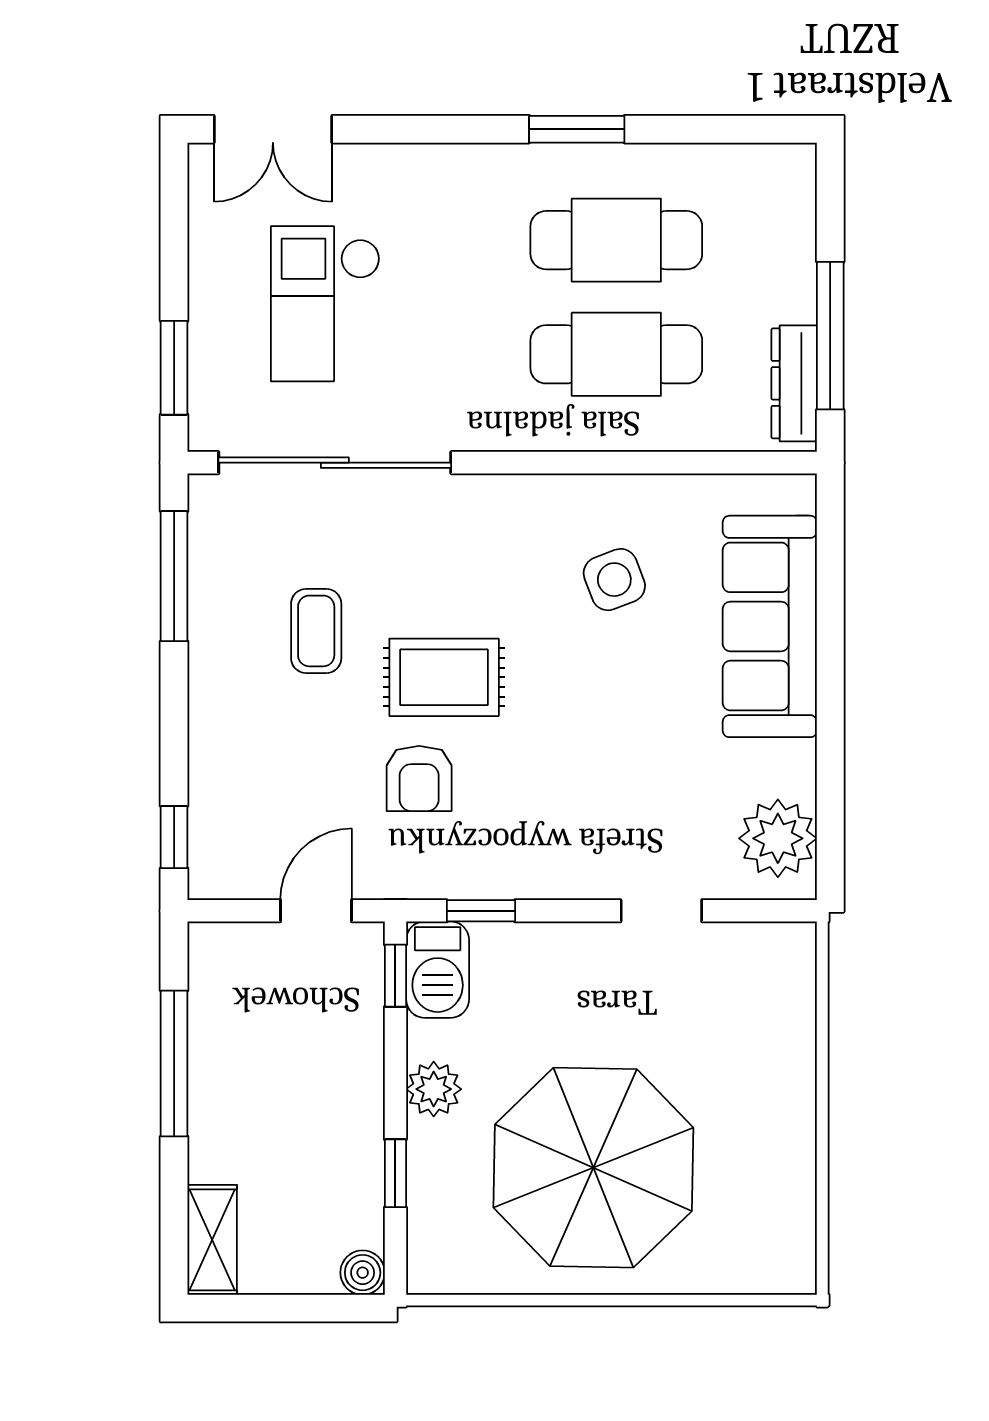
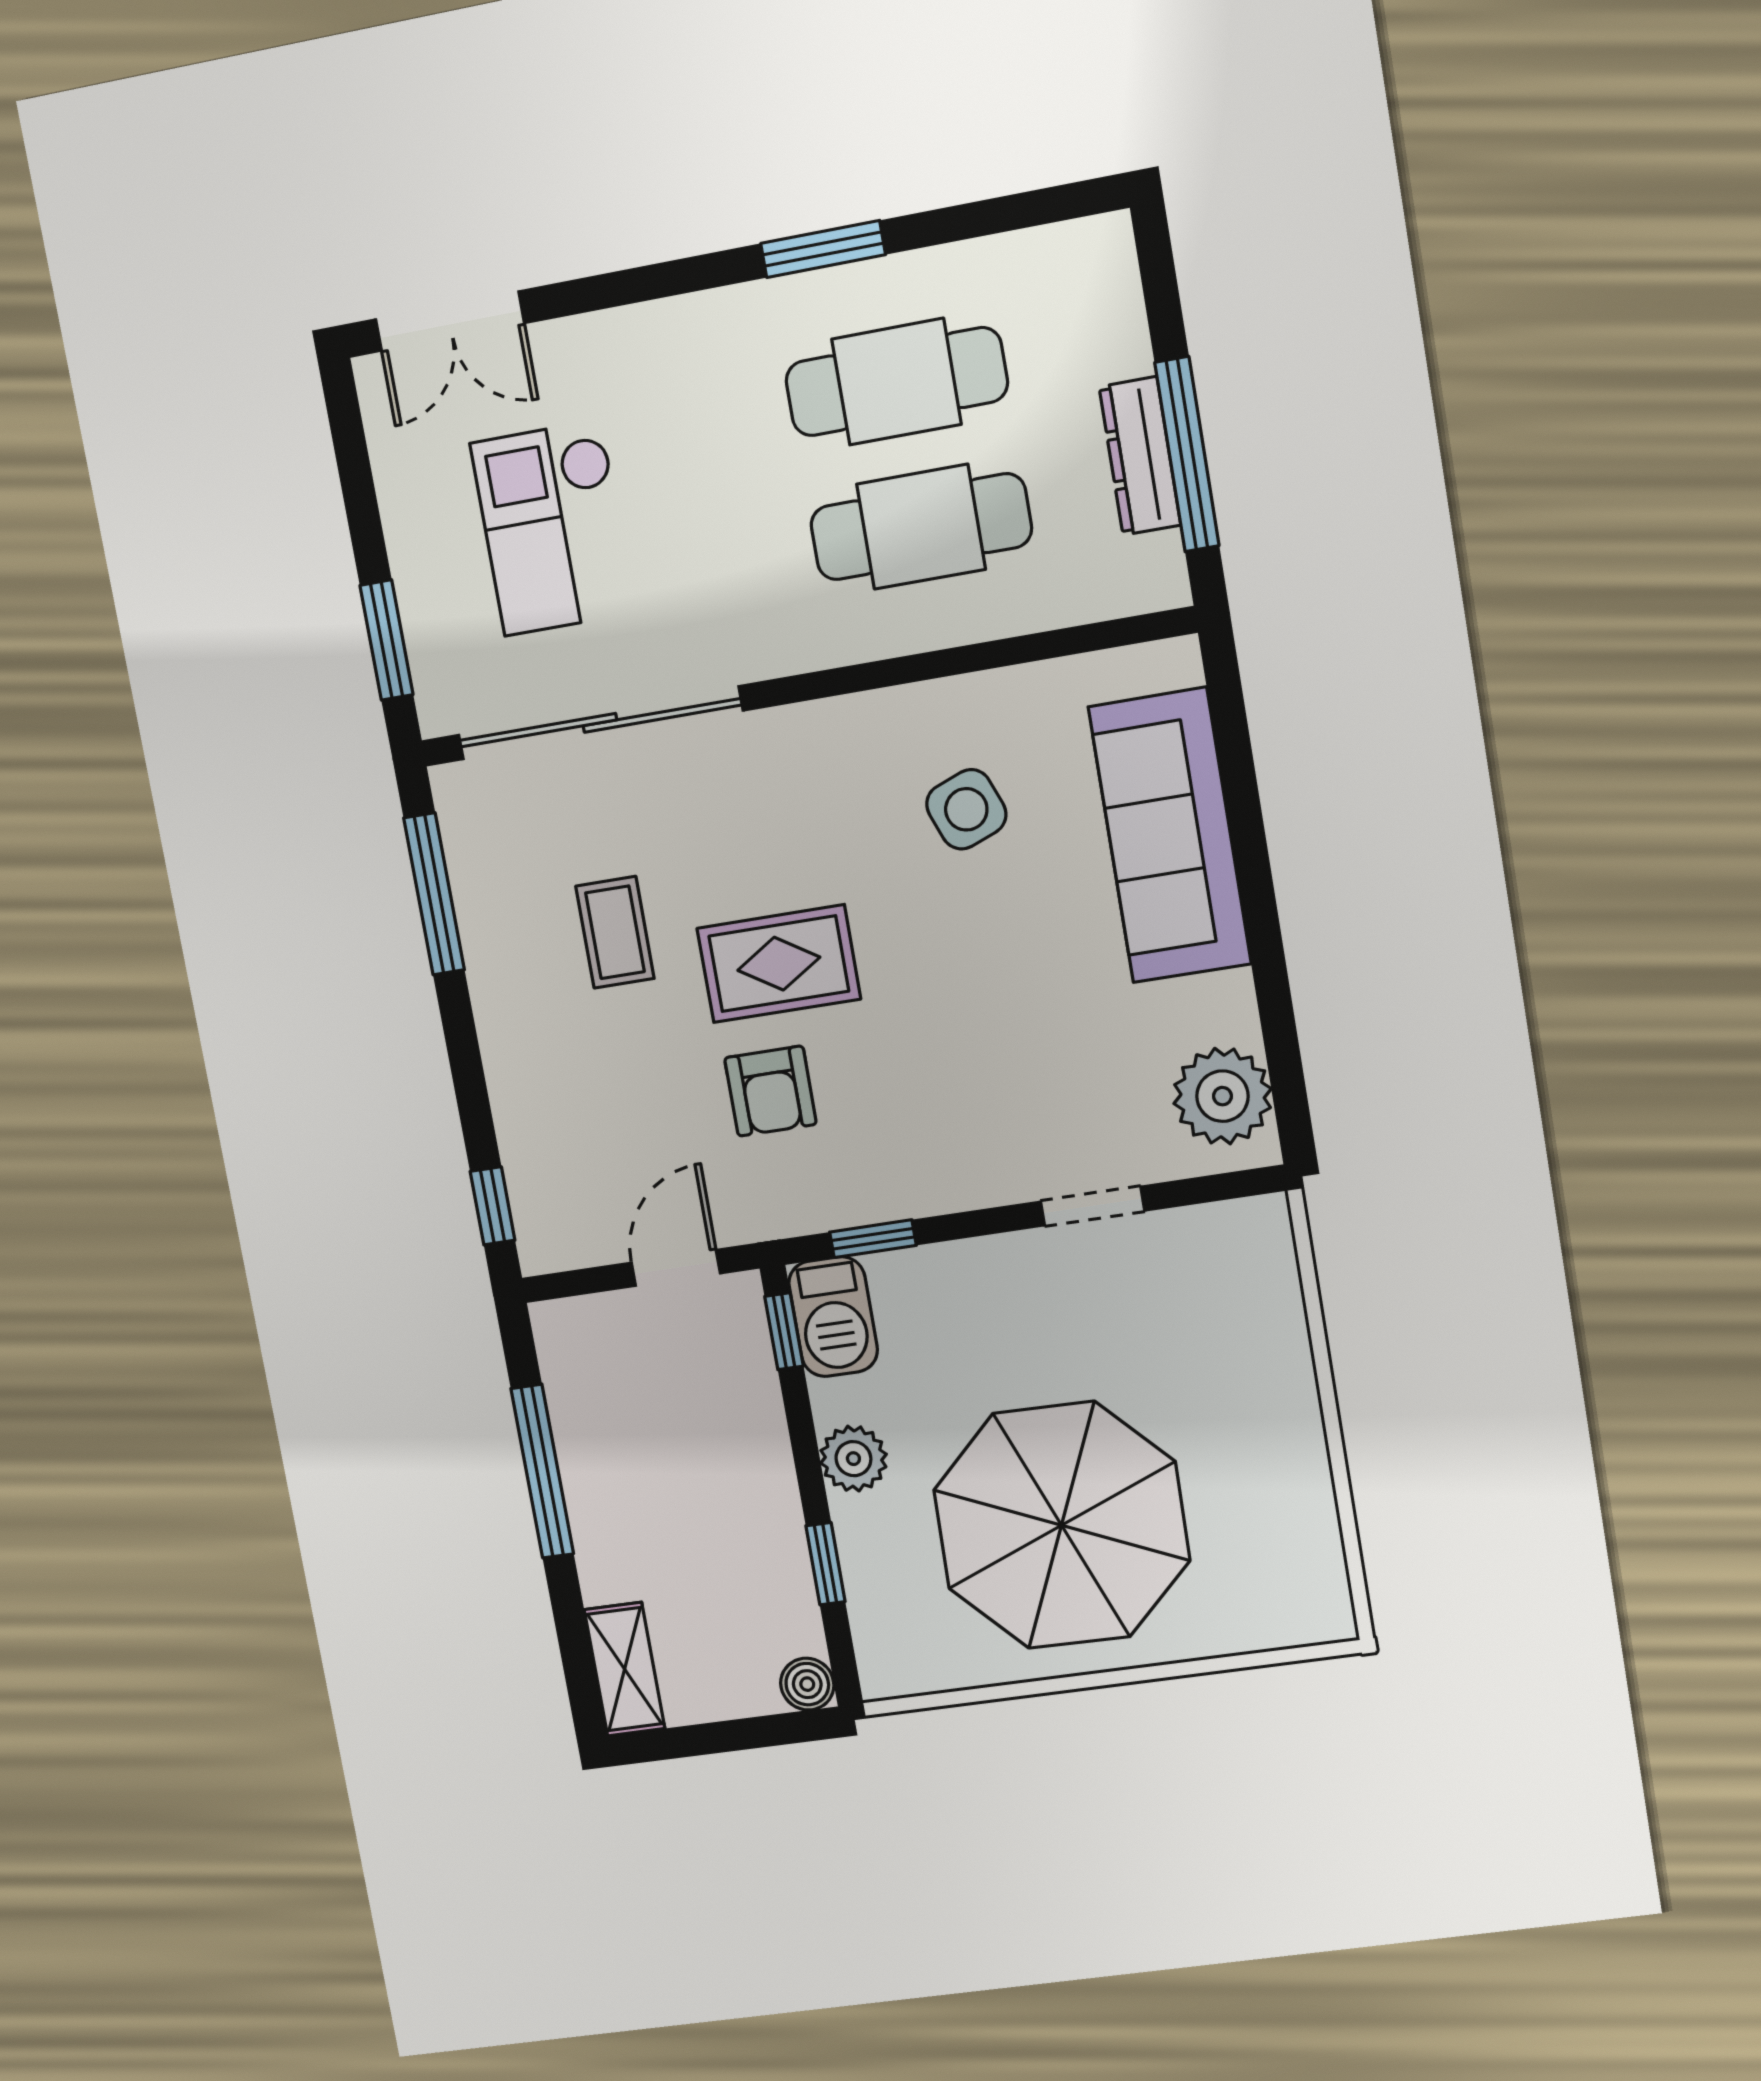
dresser: (794, 383) -> (1140, 456), moved

